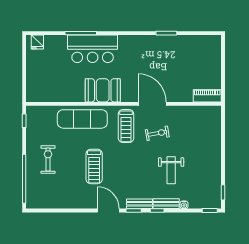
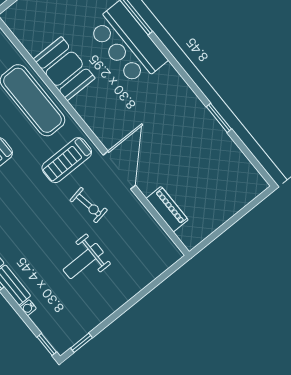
booth: (103, 90) -> (64, 69), moved
piano: (207, 96) -> (167, 209), moved
weight bench: (171, 170) -> (83, 261), moved

